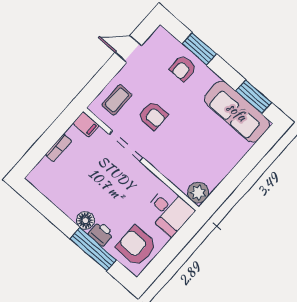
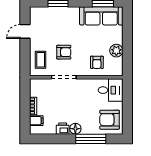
armchair: (183, 68) -> (97, 62), moved
filing cabinet: (86, 124) -> (36, 121), moved
plant: (198, 193) -> (116, 51), moved
printer: (101, 234) -> (63, 129), moved

